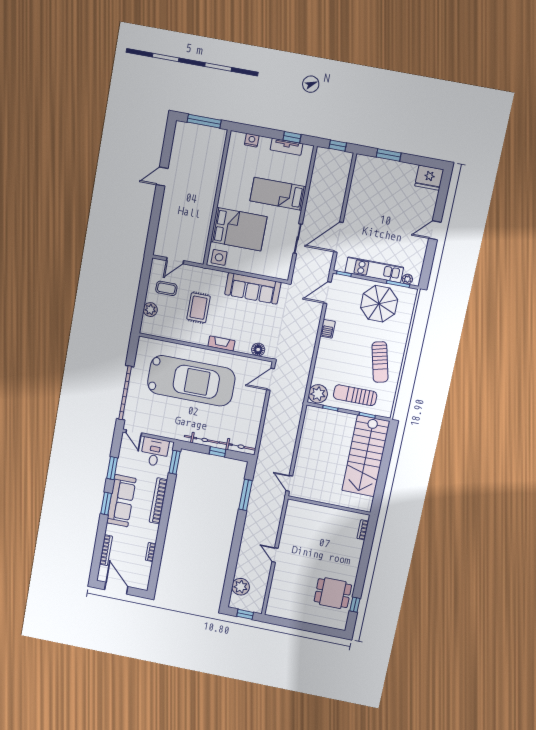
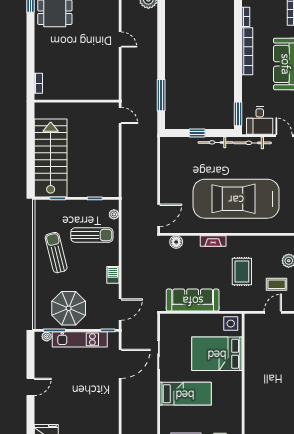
plant: (318, 394) -> (114, 214), width x0.53, depth x0.53
sun lounger: (355, 395) -> (92, 235), moved
bicycle: (237, 446) -> (252, 143), moved
bookcase: (158, 501) -> (247, 51), moved

